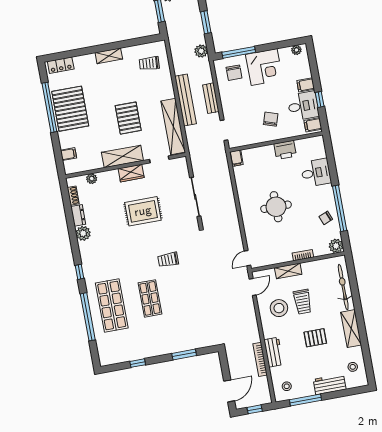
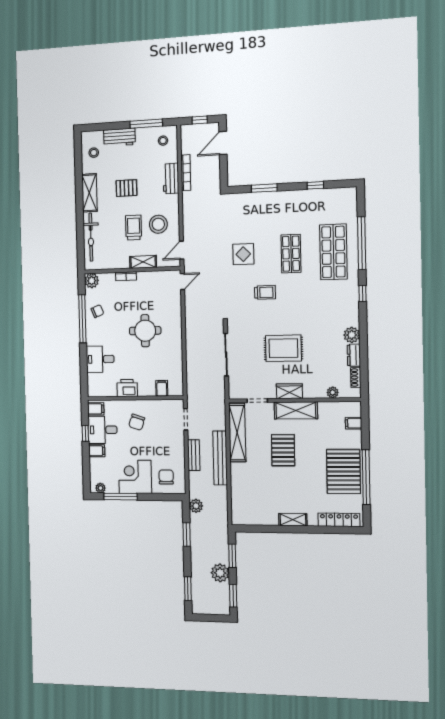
window: (239, 52) -> (120, 497), moved
trolley: (149, 63) -> (252, 503), removed
locker: (61, 65) -> (339, 520), width x1.53
filing cabinet: (236, 158) -> (162, 388), moved
display table: (194, 292) -> (243, 254), added

